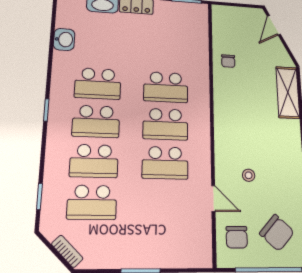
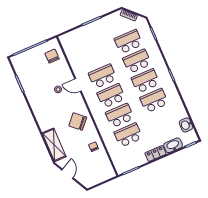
door: (274, 25) -> (67, 174), moved
washbasin: (64, 39) -> (186, 125), moved
school desk: (166, 52) -> (128, 135), added
door: (213, 199) -> (78, 85), moved
chair: (277, 233) -> (78, 121), moved

